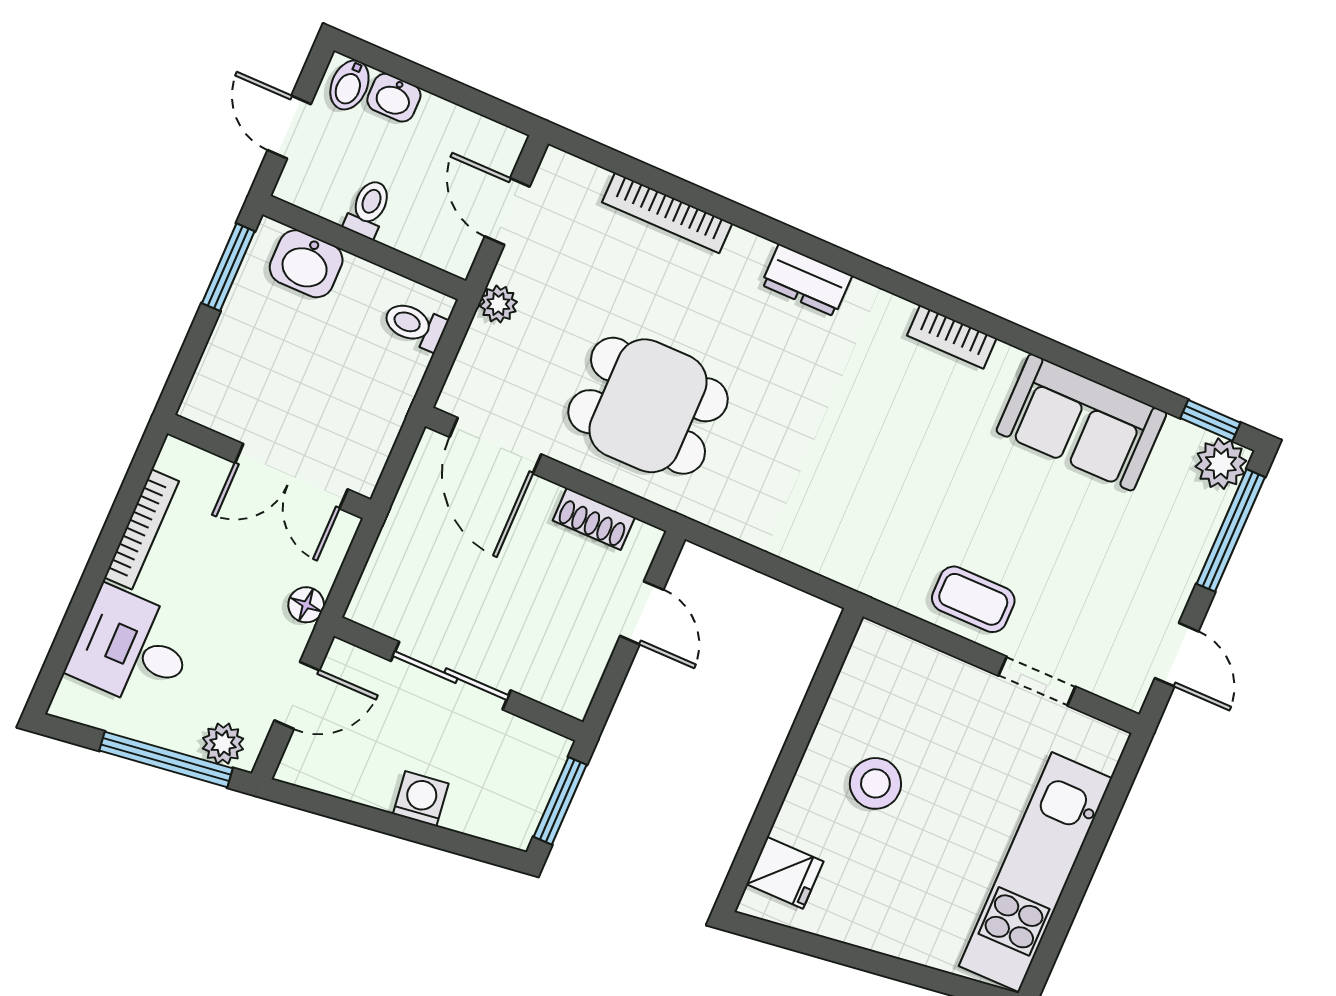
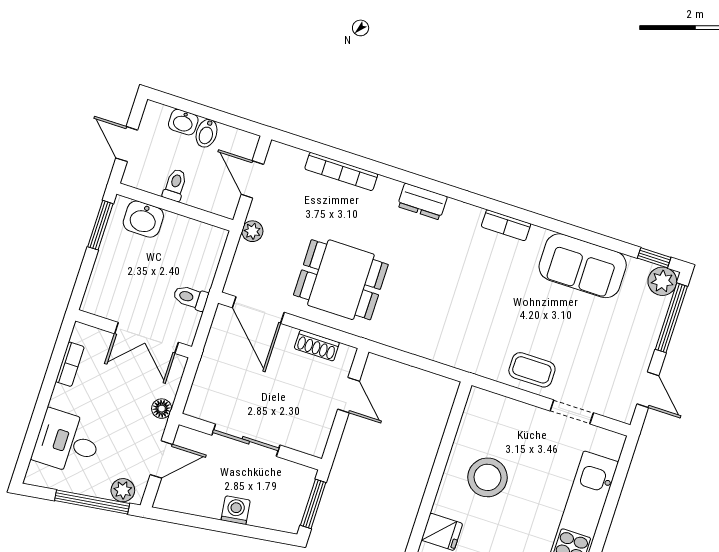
bidet: (349, 85) -> (207, 133), moved
toilet: (415, 325) -> (191, 298), moved
bookcase: (142, 529) -> (70, 364), width x0.64
stool: (875, 783) -> (487, 477), width x1.38, depth x1.38

